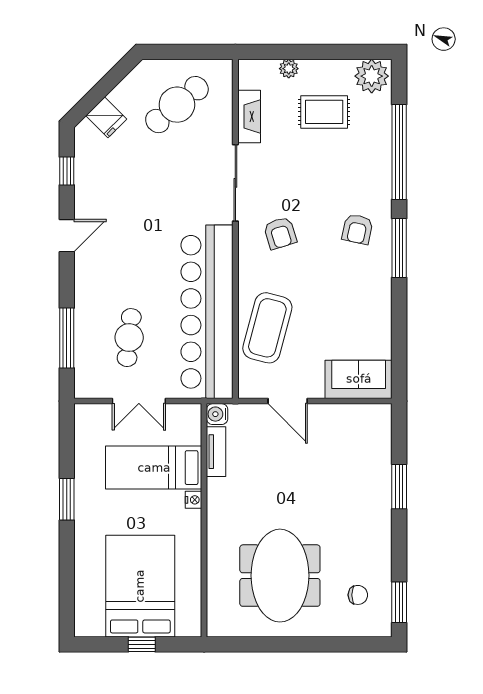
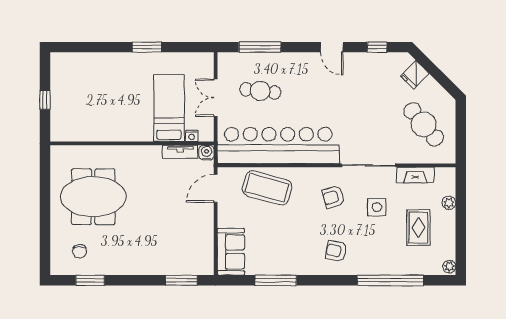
plant: (372, 76) -> (449, 267), width x0.53, depth x0.53
side table: (295, 171) -> (377, 207), added
window: (399, 248) -> (276, 280), moved
door: (288, 401) -> (216, 188), moved
window: (399, 487) -> (181, 280), moved
nightstand: (193, 500) -> (192, 136), moved
bed: (140, 586) -> (86, 99), removed
window: (399, 602) -> (90, 280), moved

